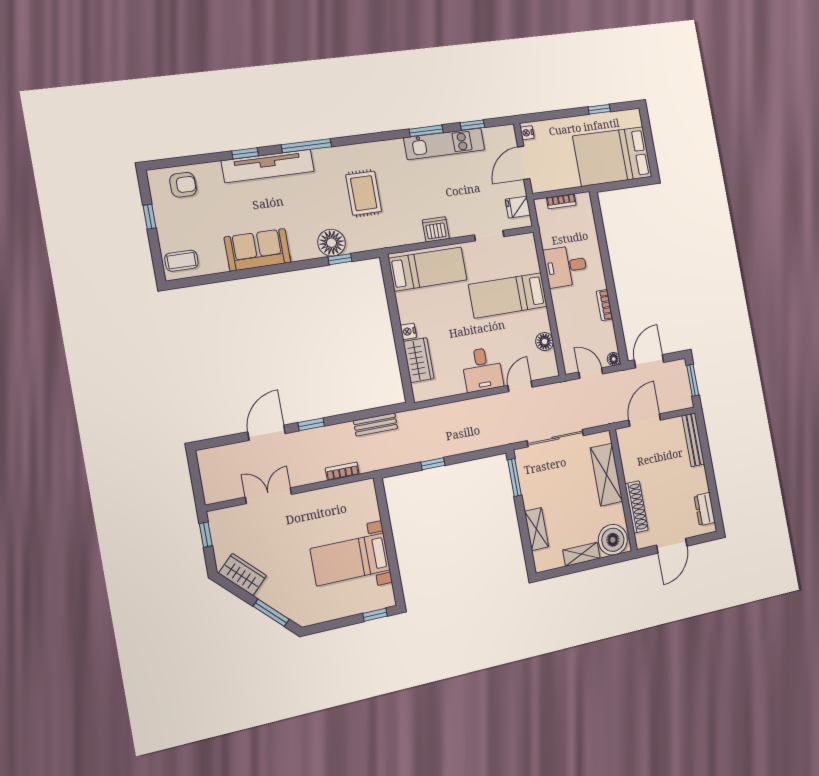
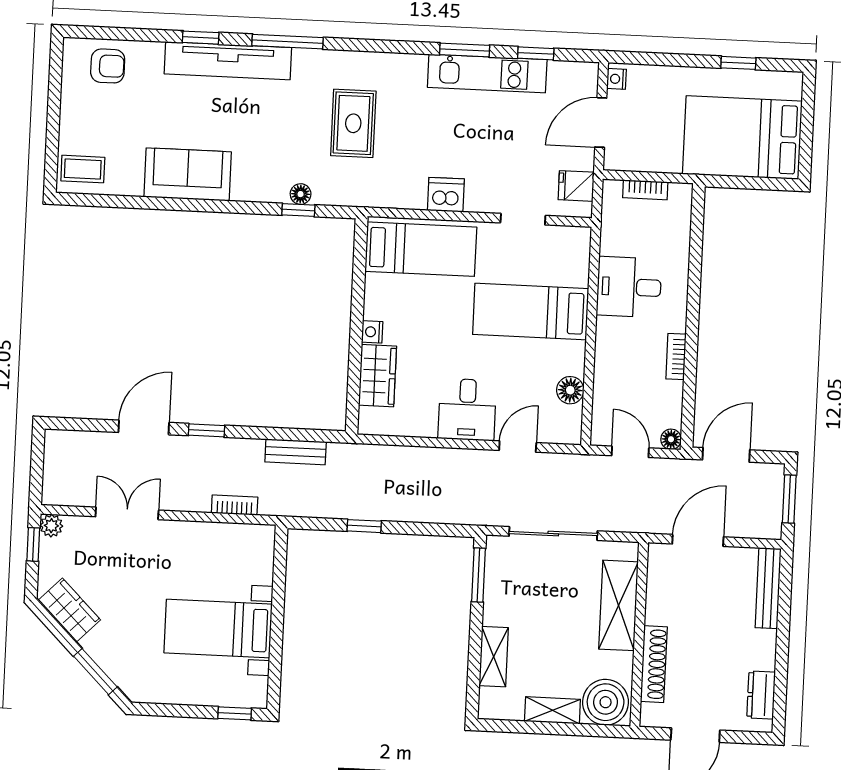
window: (150, 217) -> (54, 101), removed
floor lamp: (332, 243) -> (301, 194), width x0.53, depth x0.53
plant: (216, 518) -> (51, 526), added

